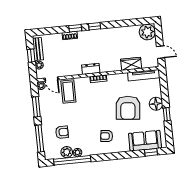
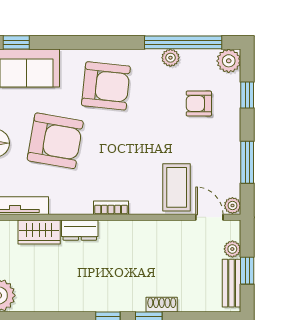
dresser: (91, 69) -> (80, 230), moved
armchair: (128, 108) -> (55, 141), turned 94
armchair: (107, 136) -> (106, 86), width x1.88, depth x1.88
window: (40, 139) -> (247, 95), width x0.46
plant: (67, 152) -> (229, 61), moved

